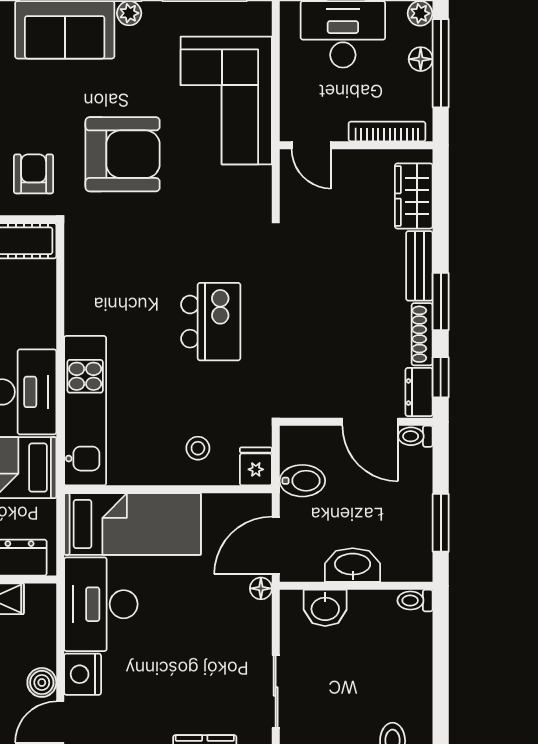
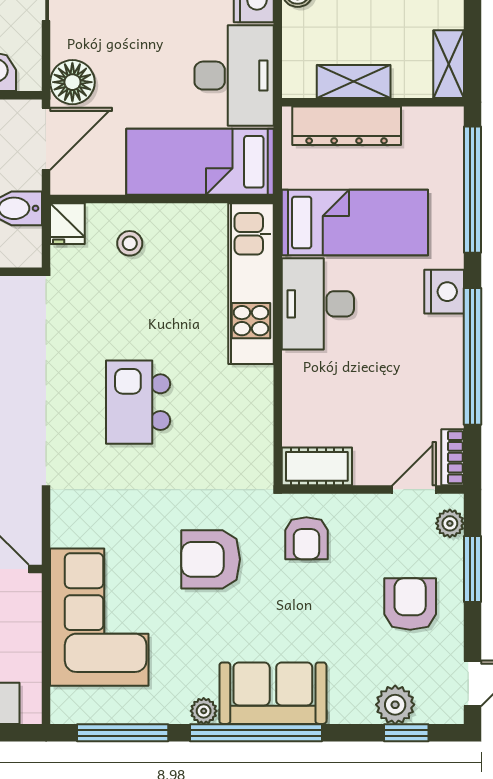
armchair: (123, 154) -> (211, 559), width x0.73, depth x0.73
kitchen island: (211, 322) -> (138, 402), moved
floor lamp: (261, 588) -> (72, 82), width x1.89, depth x1.89

